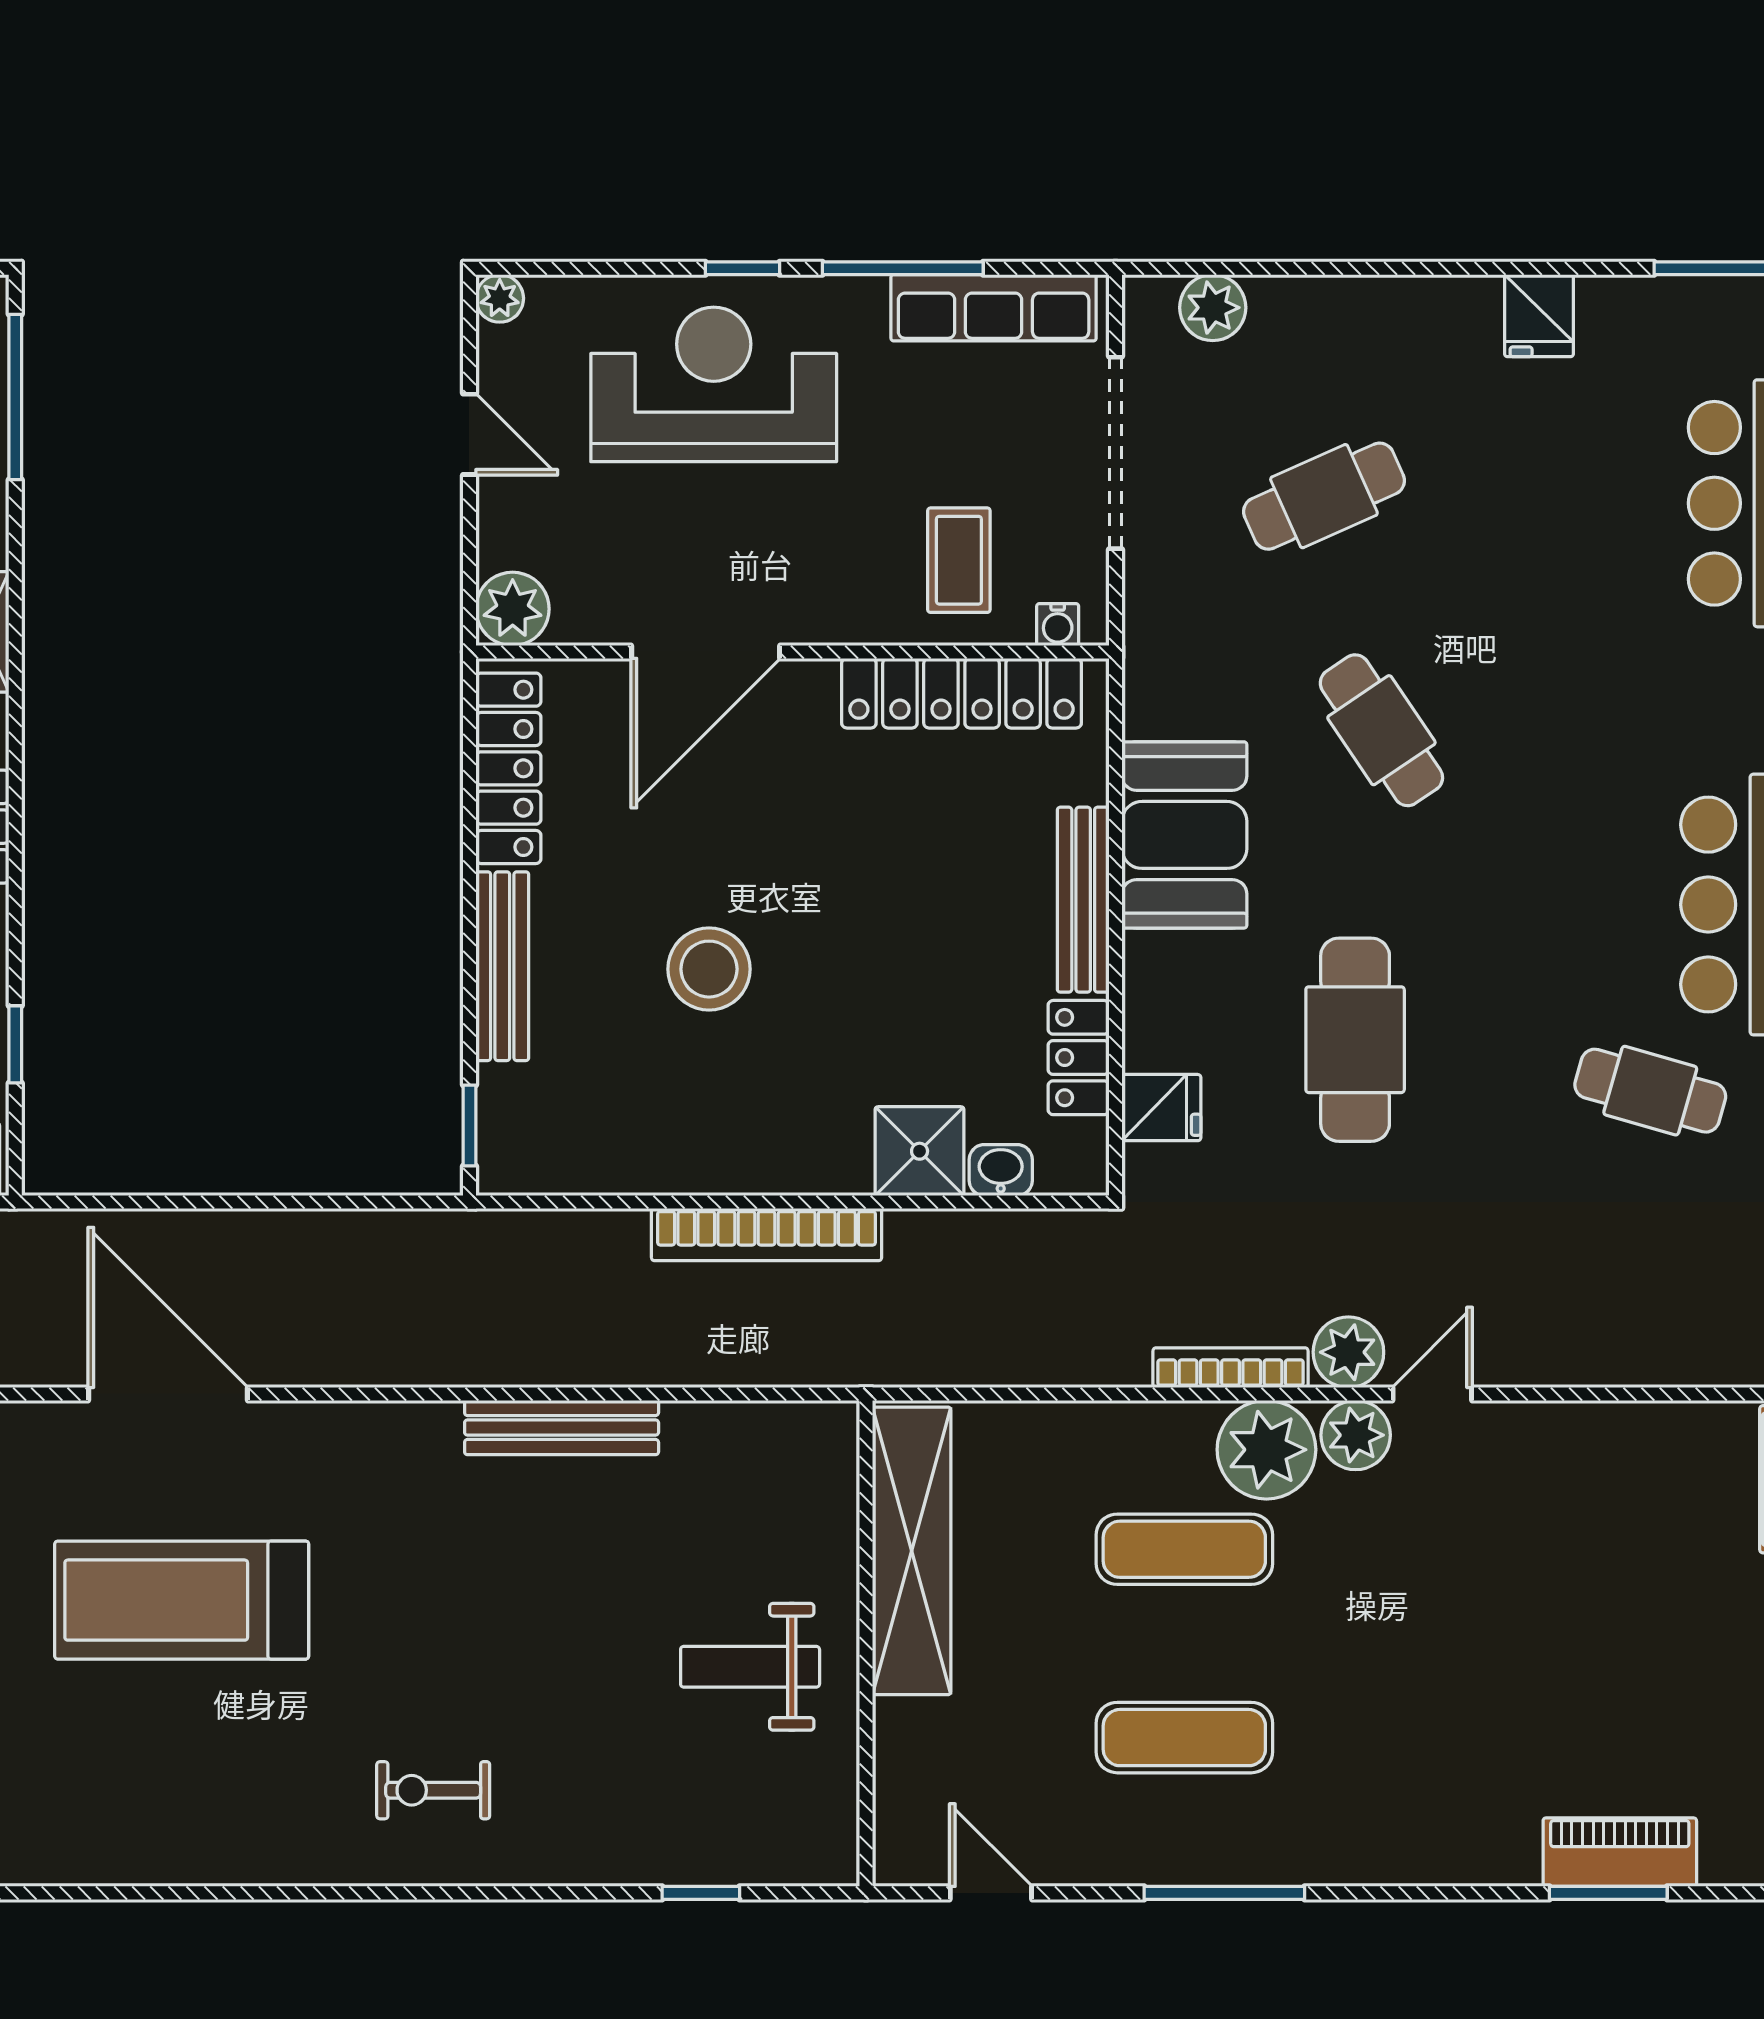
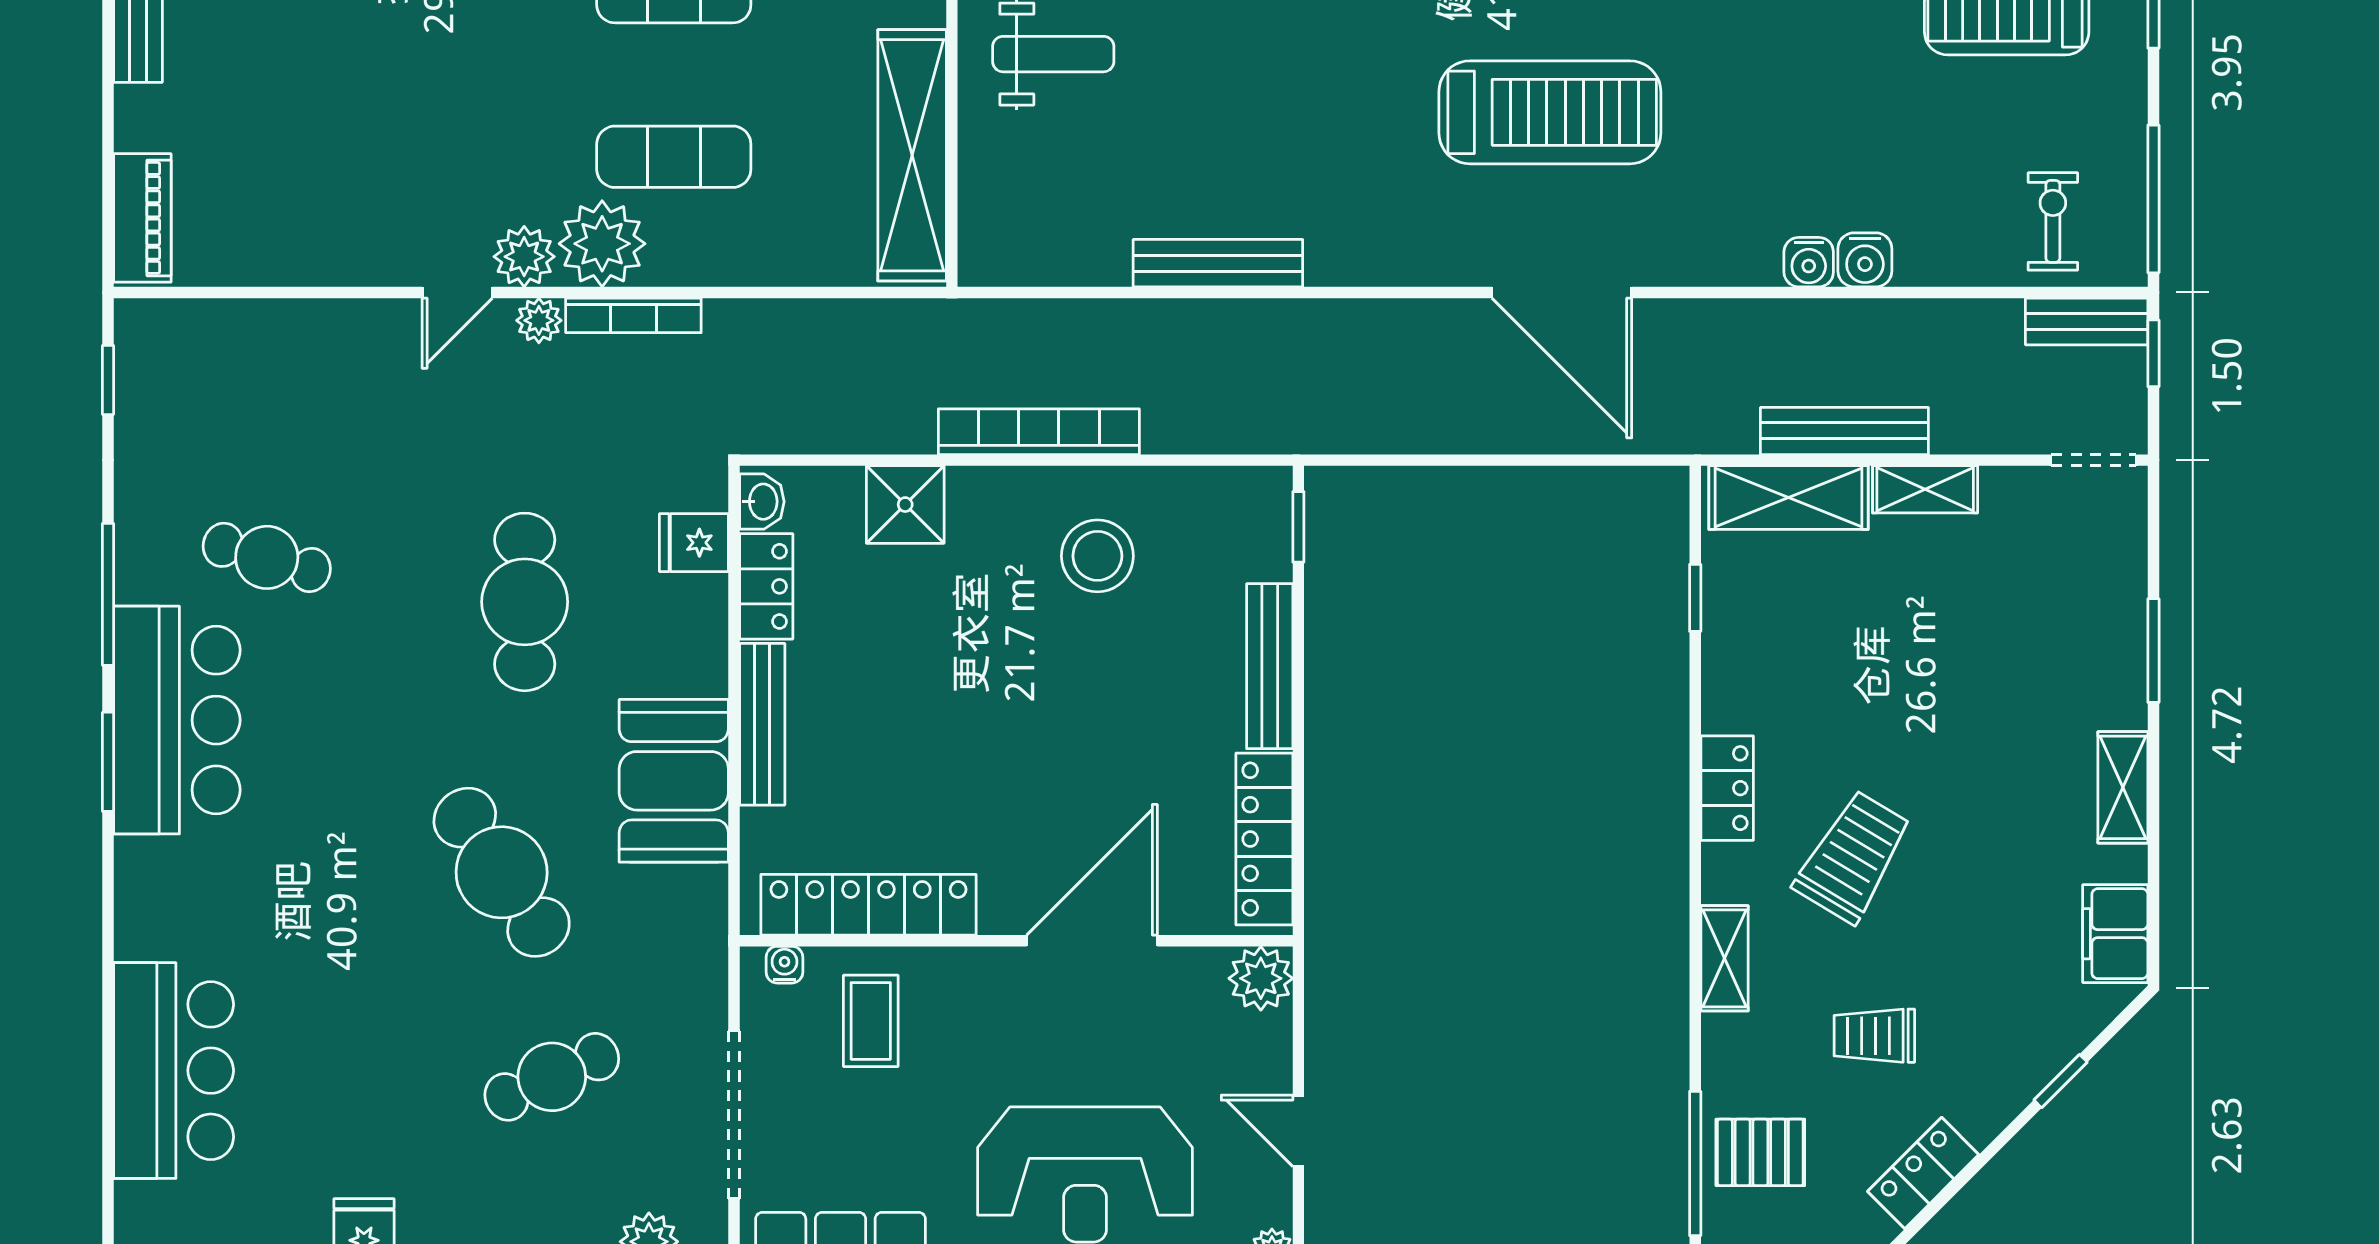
cafe table: (1381, 730) -> (502, 872), width x1.37, depth x1.35
stool: (709, 969) -> (1097, 556), moved
washbasin: (1001, 1170) -> (762, 502), moved, turned -90
plant: (1348, 1352) -> (539, 320), width x0.73, depth x0.73

